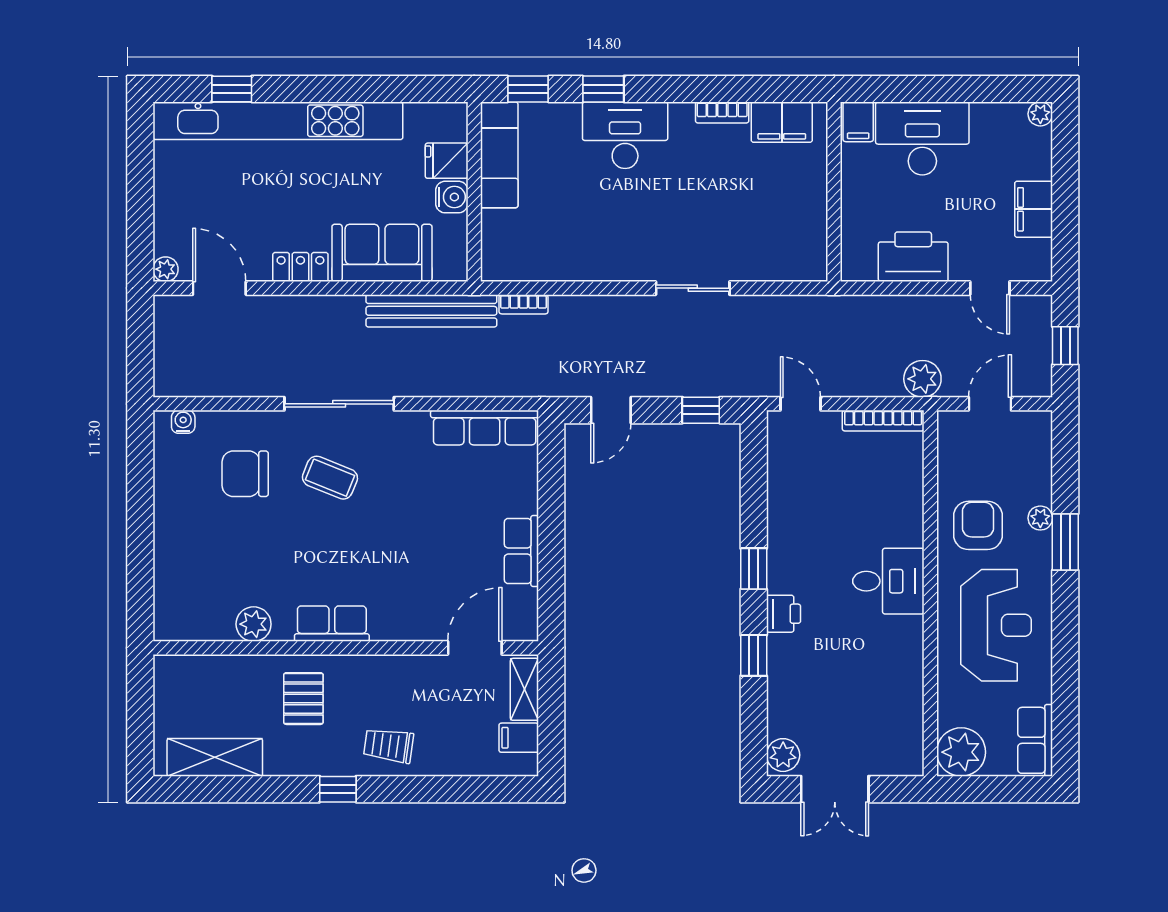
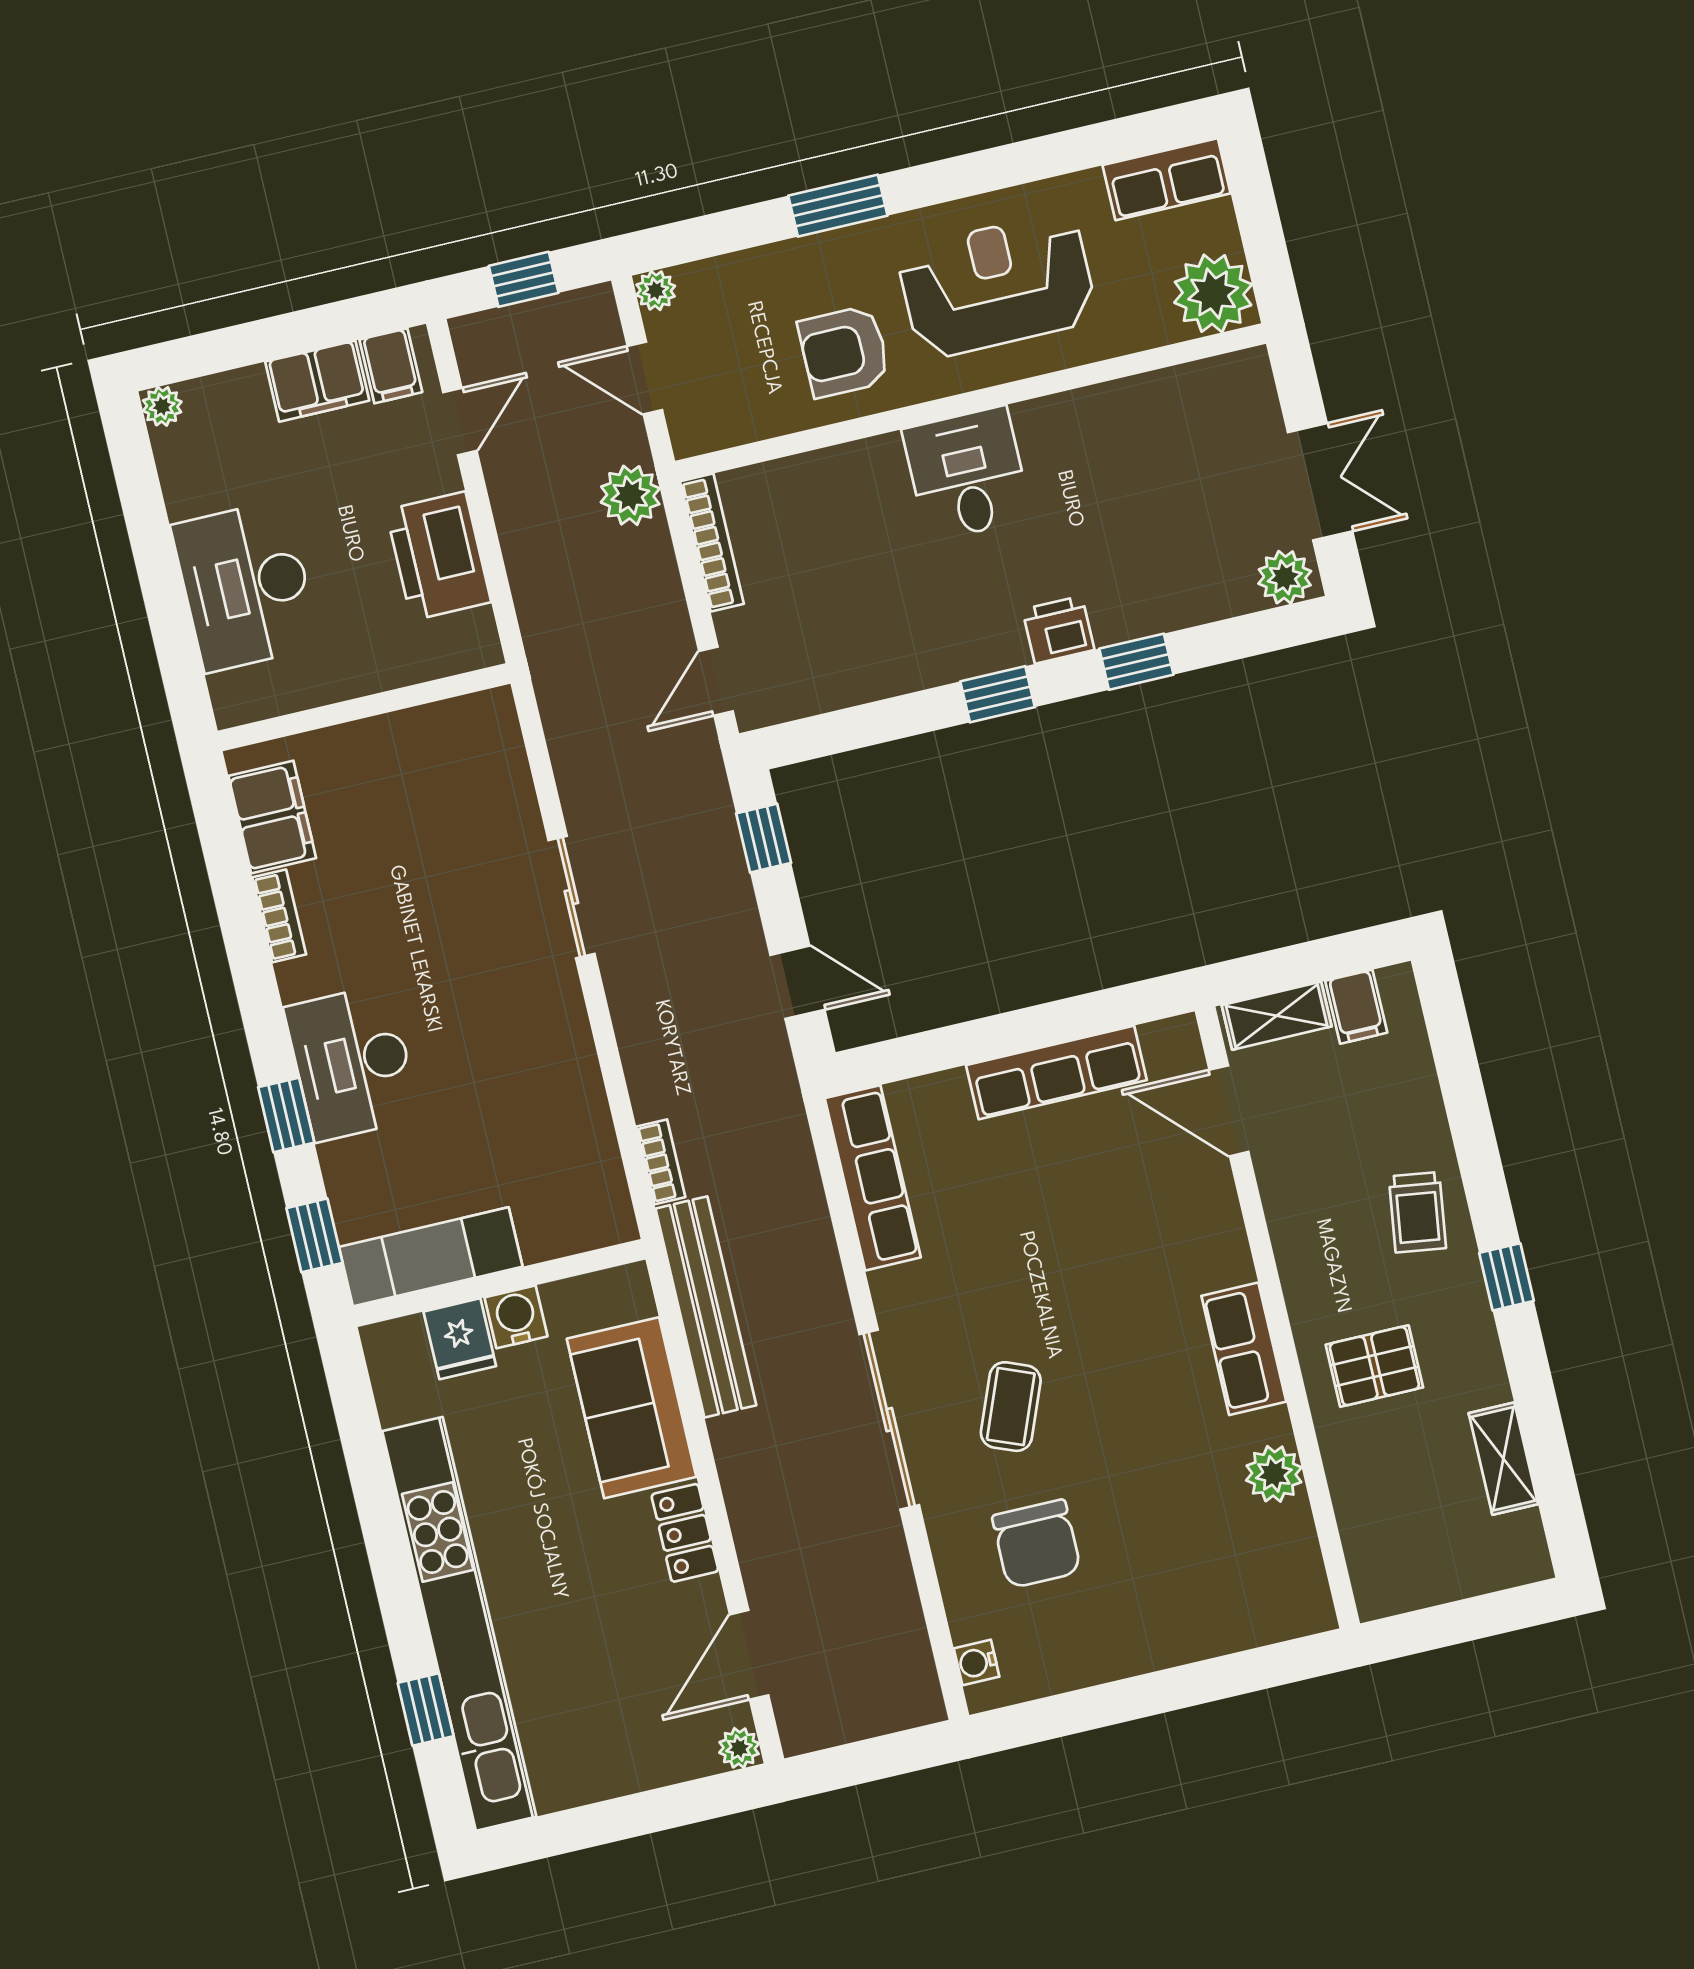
filing cabinet: (858, 122) -> (391, 366), moved, turned 90
plant: (1040, 518) -> (656, 290), moved
row of seats: (521, 551) -> (1056, 1073), width x1.48
shelving: (215, 757) -> (1503, 1459), width x0.67, depth x0.75

